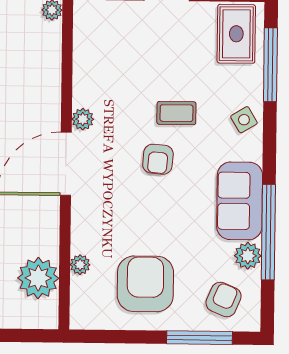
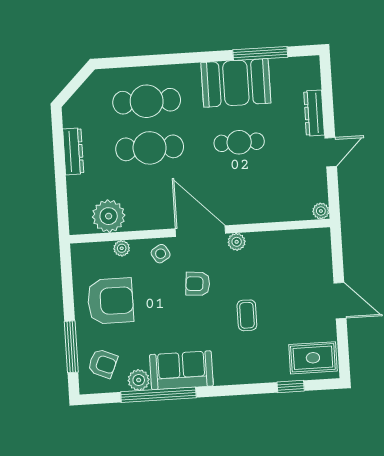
window: (270, 65) -> (291, 387), width x0.46
side table: (244, 120) -> (161, 254), moved
armchair: (158, 159) -> (198, 284), moved

